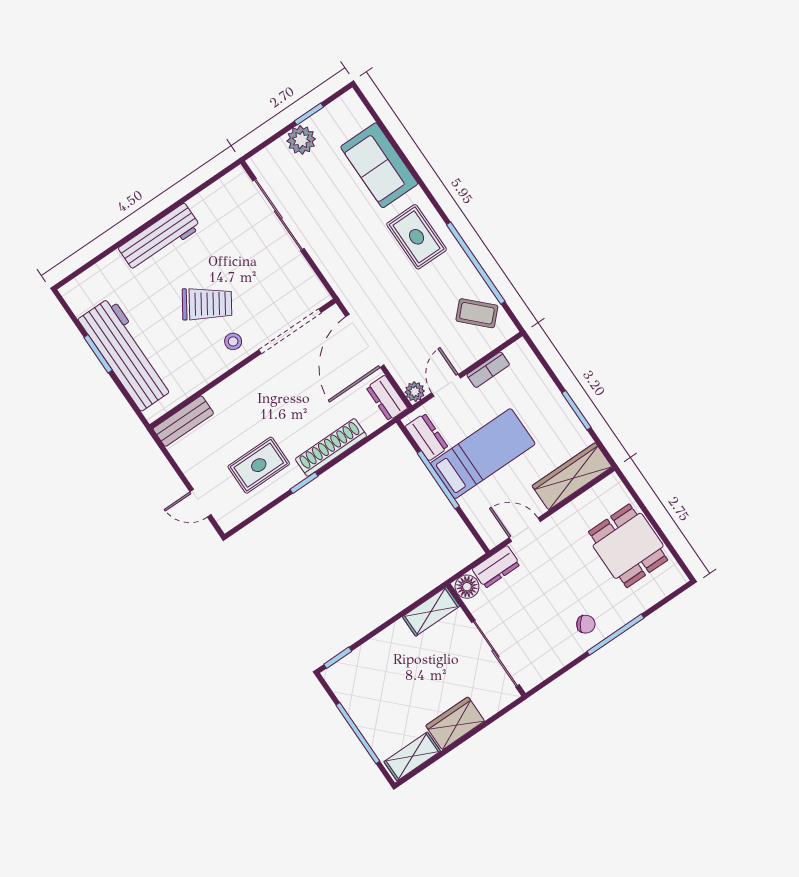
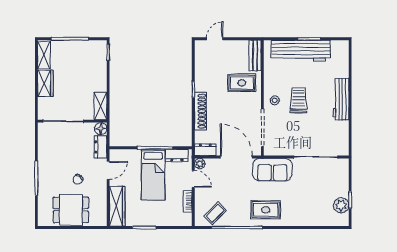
plant: (301, 140) -> (341, 205), moved
sofa: (379, 165) -> (272, 170), moved, turned 180
trolley: (207, 304) -> (299, 100), turned 147
rug: (259, 465) -> (242, 83), moved, turned 90
chair: (586, 624) -> (78, 179), moved

